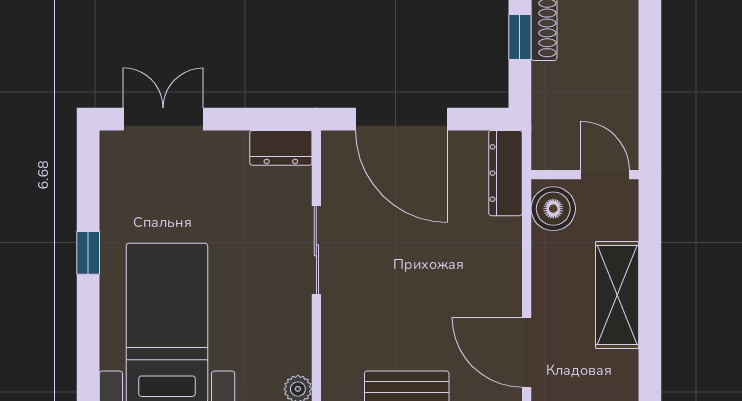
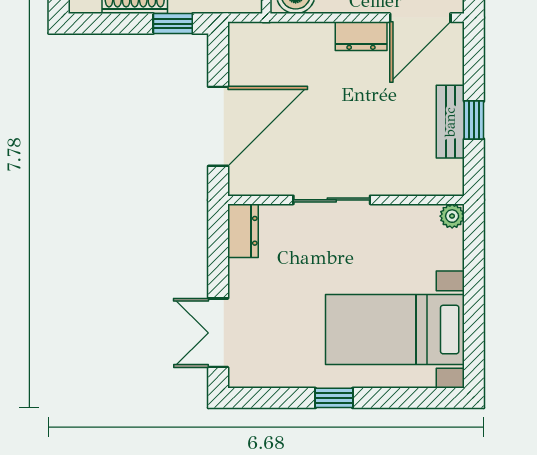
window: (520, 37) -> (173, 24), moved
dresser: (505, 173) -> (361, 36), moved, width x0.70

